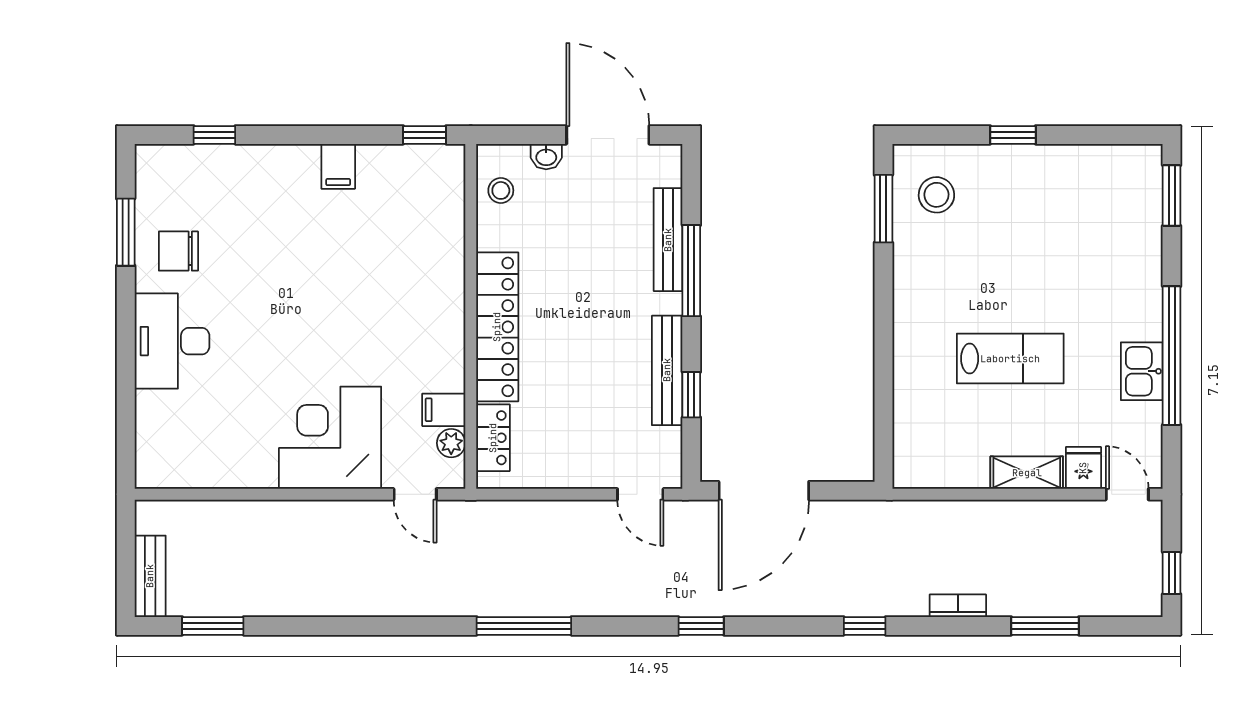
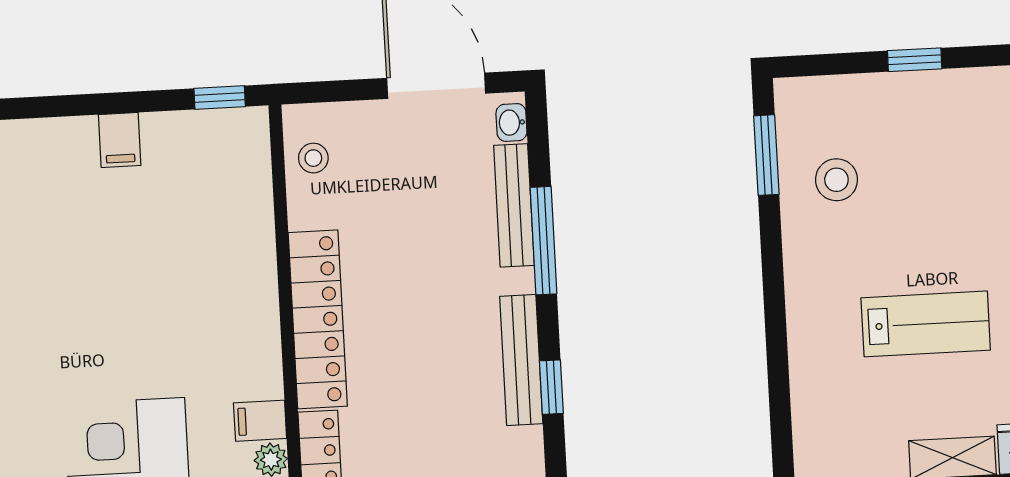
washbasin: (546, 157) -> (511, 123), moved, turned 90
stool: (936, 195) -> (836, 180), moved

